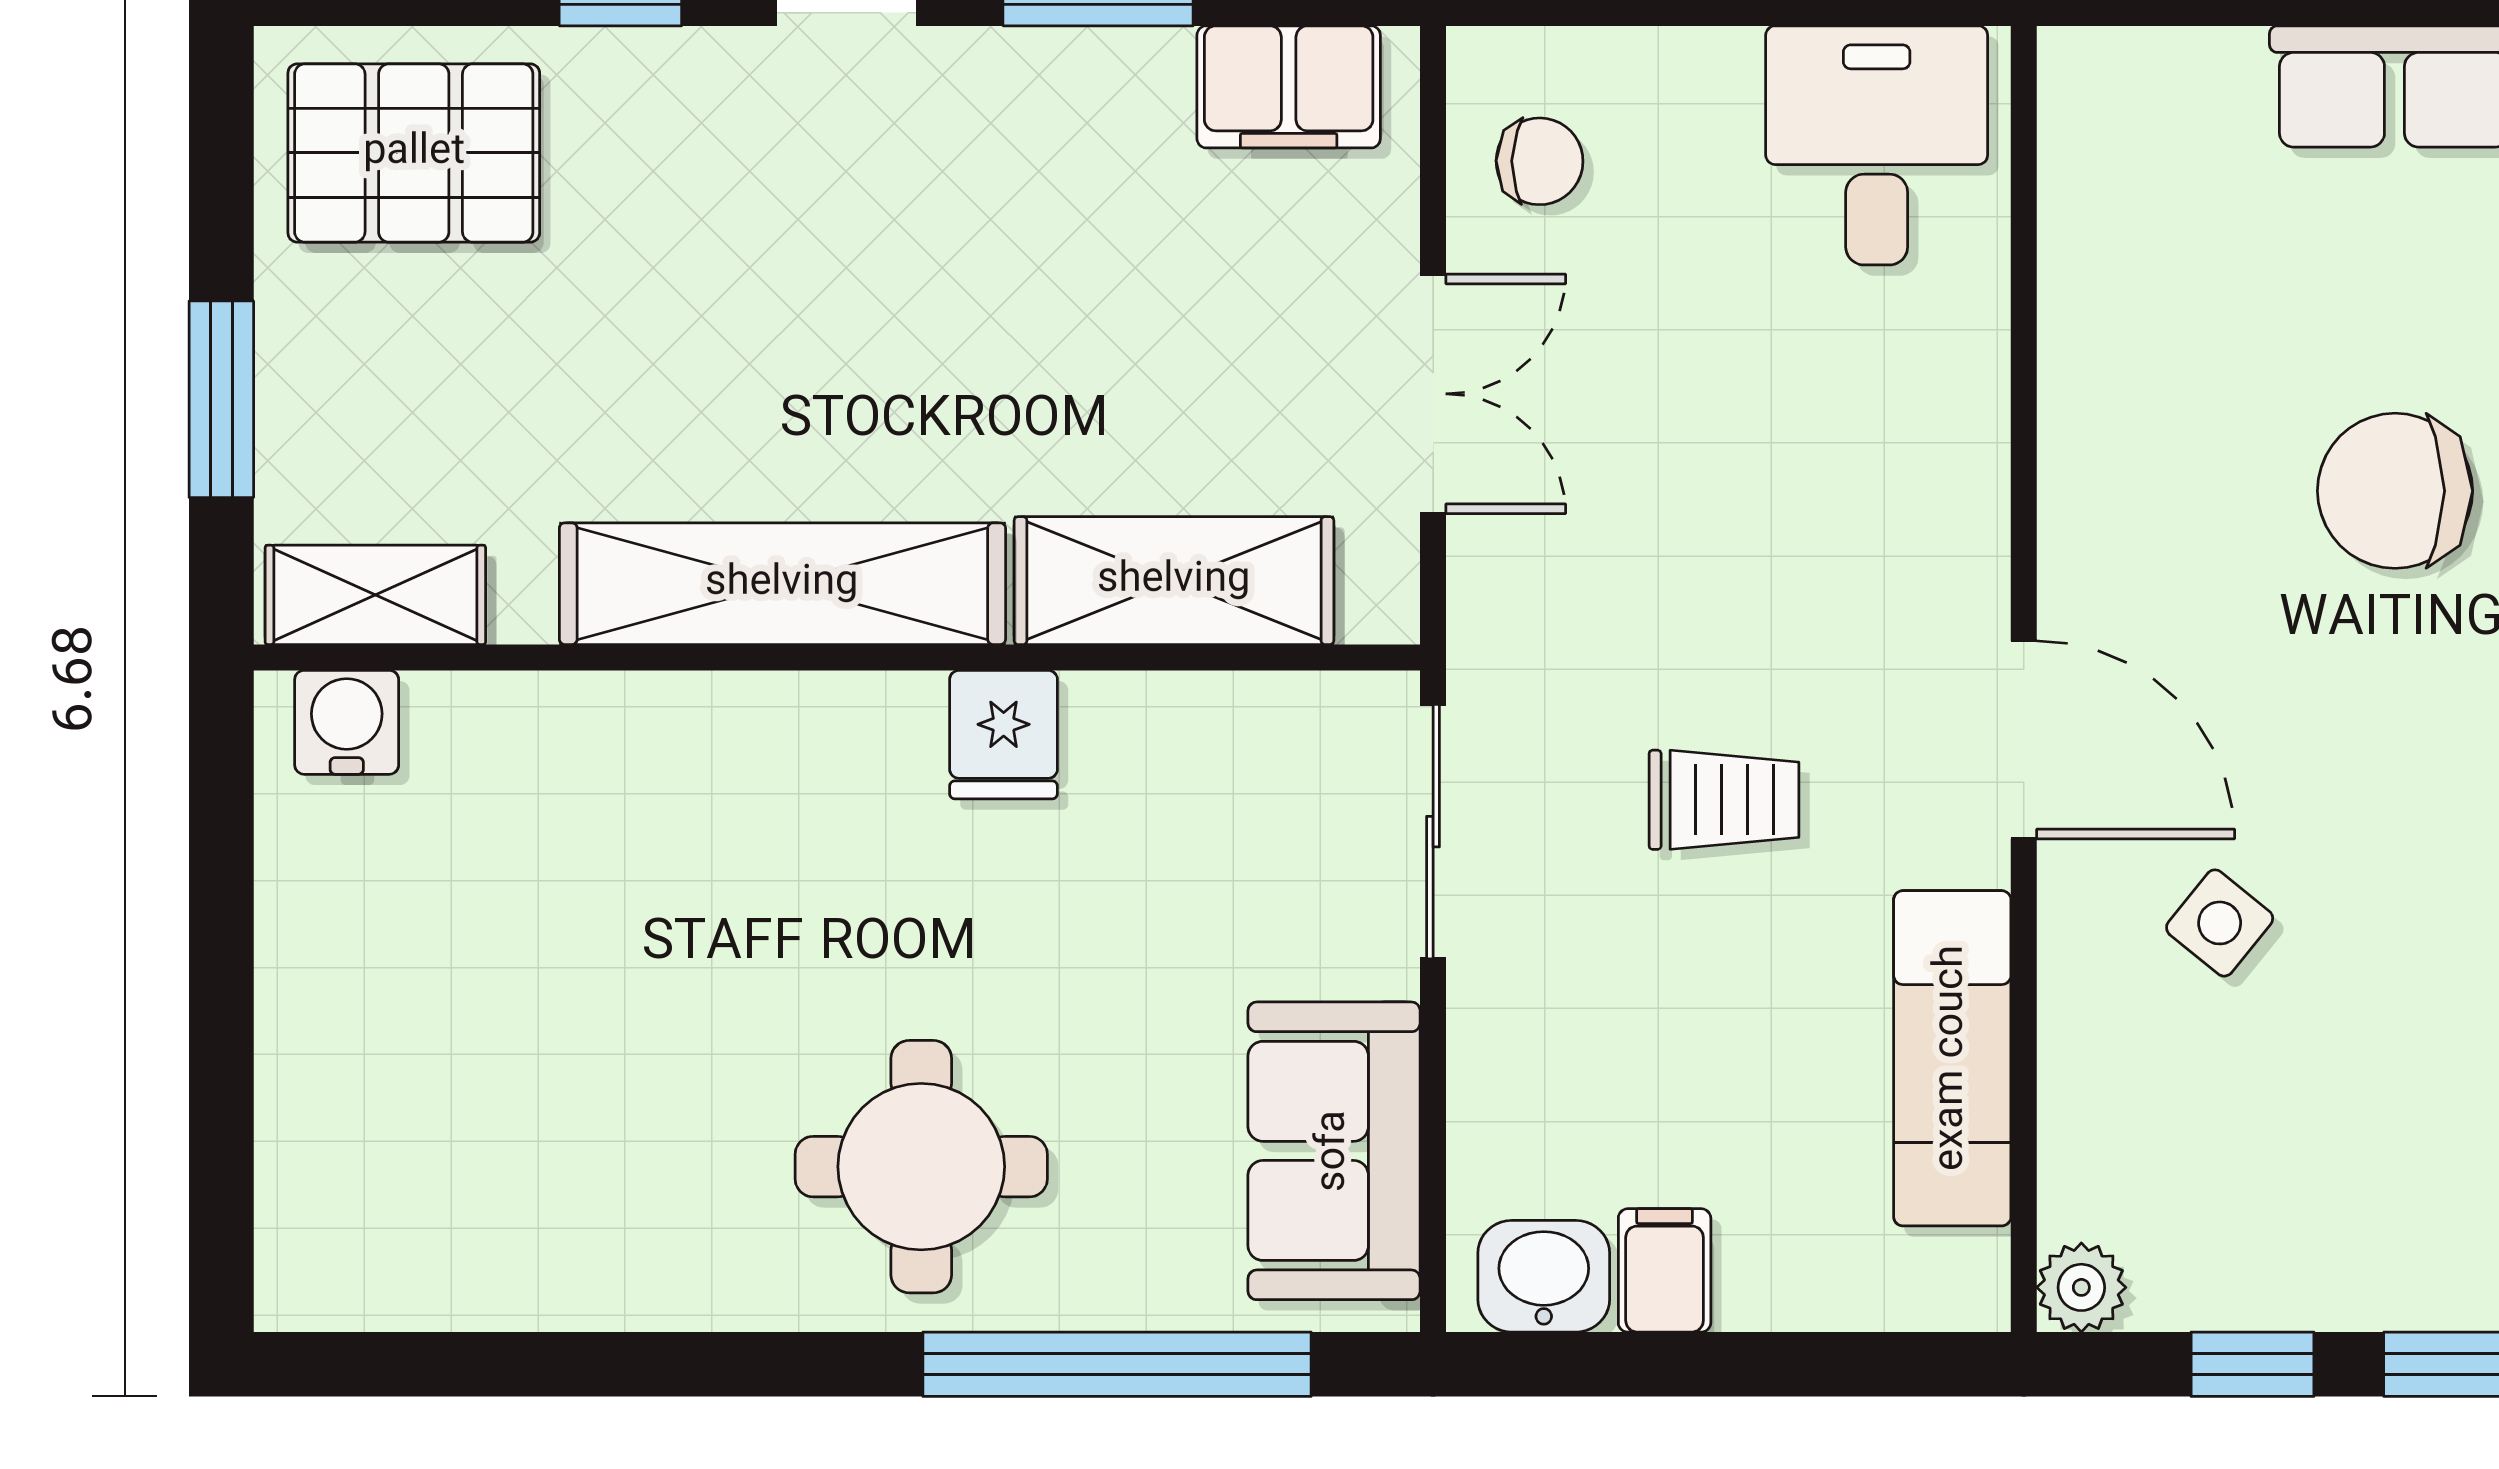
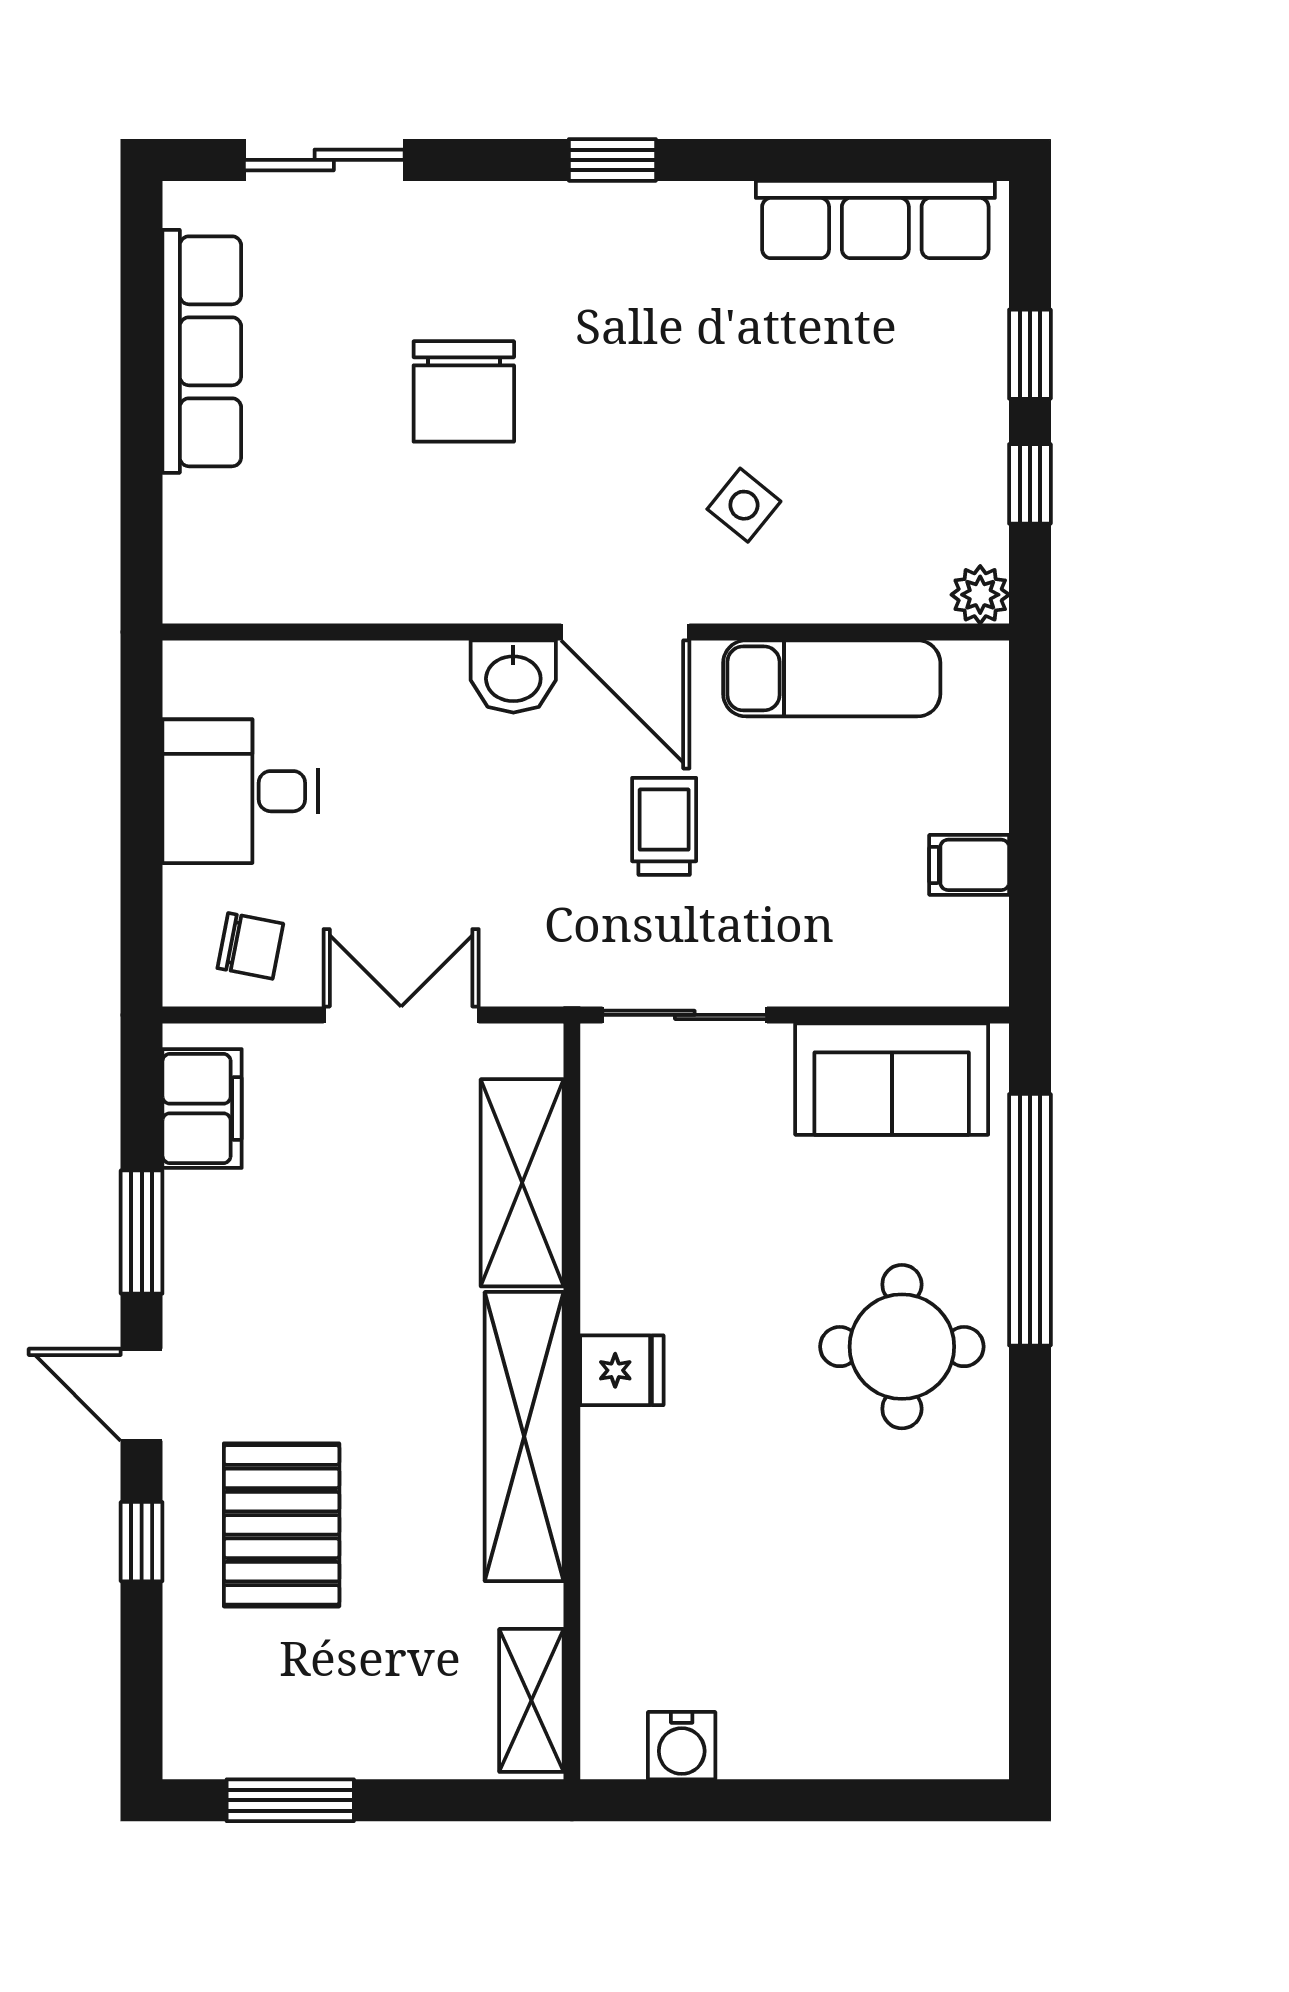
desk: (1877, 145) -> (240, 791), moved
pallet: (414, 153) -> (282, 1525), moved
chair: (1540, 161) -> (250, 946), turned 100
window: (221, 399) -> (290, 1800), moved
water cooler: (347, 722) -> (682, 1746), moved, turned -90
fridge: (1004, 735) -> (622, 1370), moved
door: (2024, 740) -> (625, 632), swing flipped
washbasin: (1544, 1276) -> (513, 677), moved, turned -90

